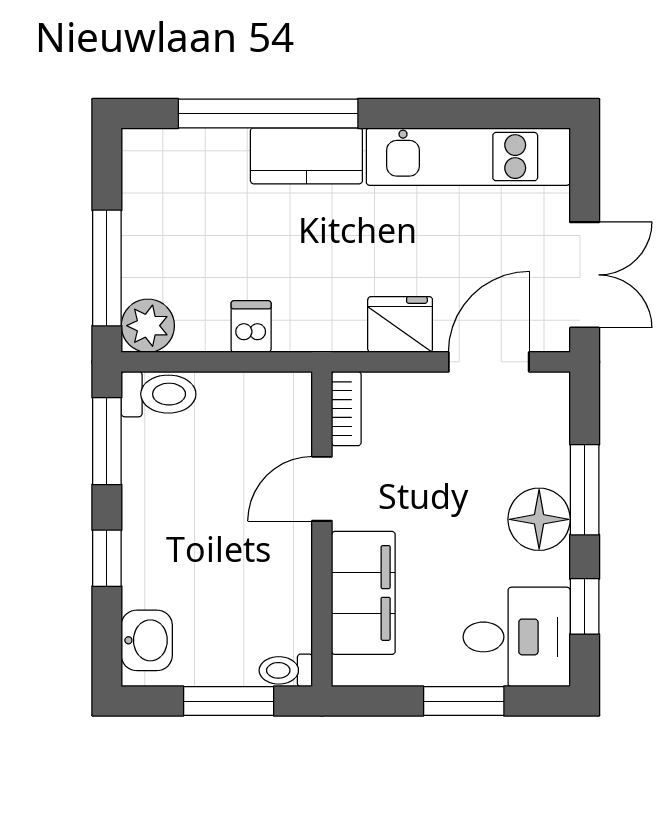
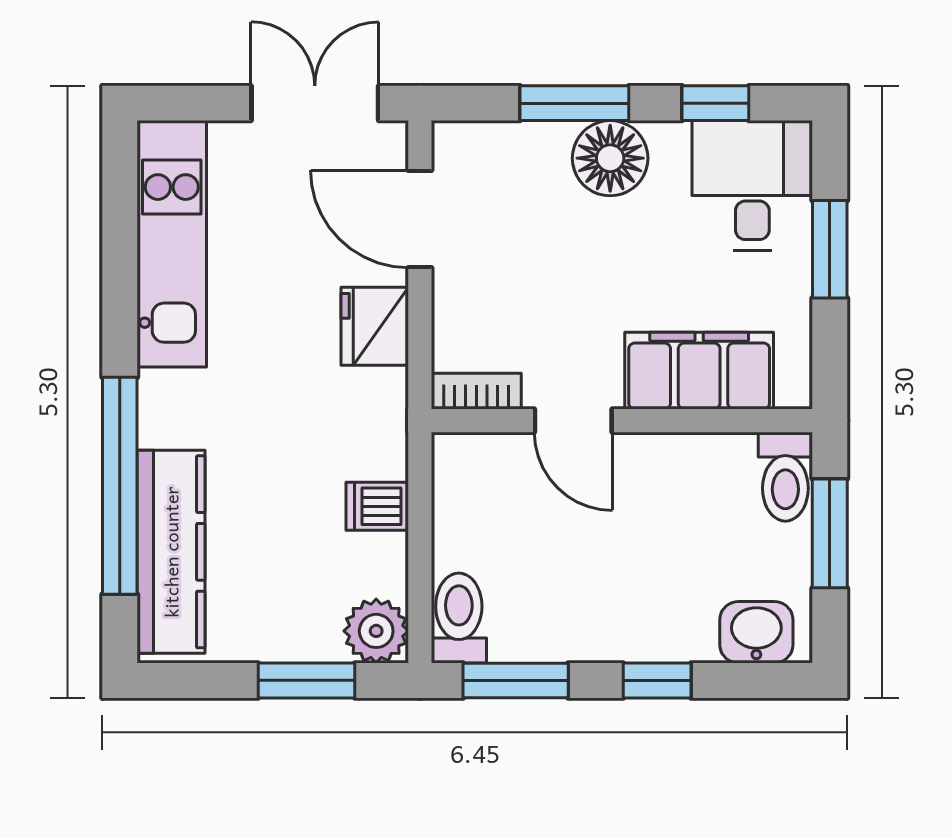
kitchen counter: (306, 156) -> (171, 552), moved, width x1.50
window: (107, 268) -> (306, 680), width x0.69
toilet: (286, 670) -> (785, 477), width x1.37, depth x1.39

